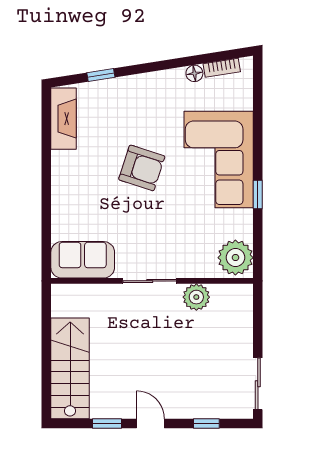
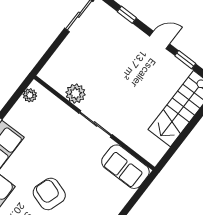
plant: (235, 258) -> (30, 95), width x0.53, depth x0.53
door: (150, 424) -> (160, 40), swing flipped

